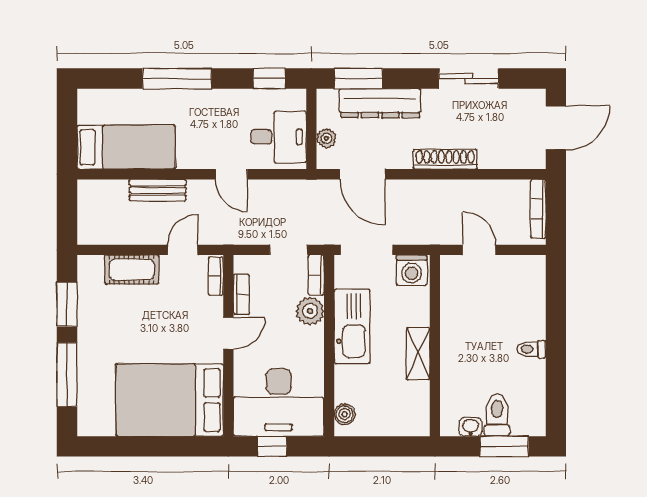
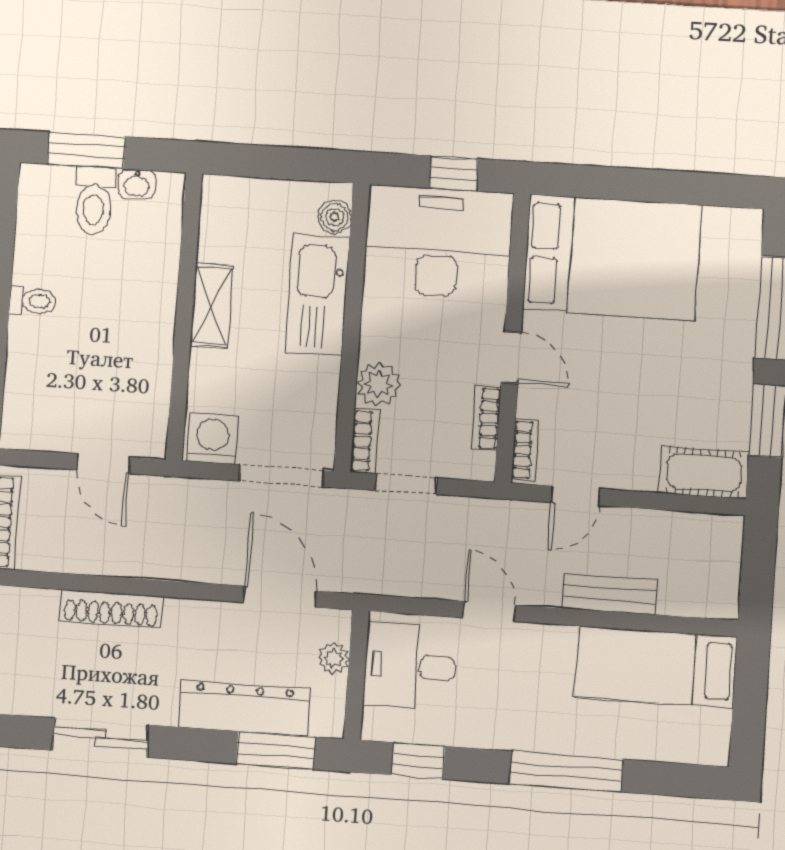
shoe rack: (445, 159) -> (111, 609), moved
cot: (132, 270) -> (704, 473), moved
kitchen sink: (352, 326) -> (317, 295), moved
door: (228, 333) -> (511, 357), swing flipped

